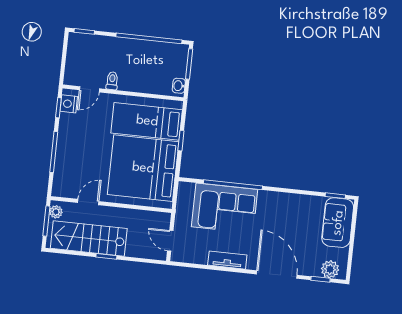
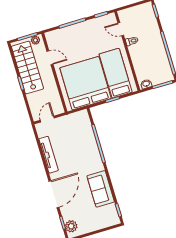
nightstand: (69, 104) -> (106, 20), removed
corner sofa: (225, 208) -> (82, 144), removed
sofa: (338, 223) -> (101, 189), moved, turned -90
tv unit: (227, 260) -> (49, 155), width x1.41

